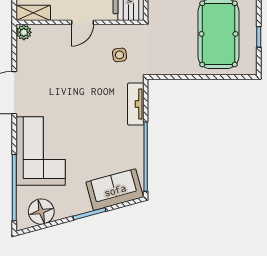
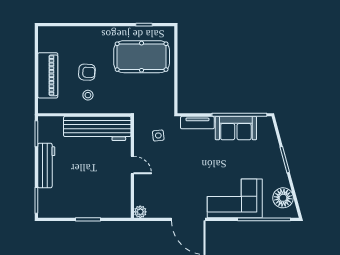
shelving: (33, 13) -> (125, 204), removed
sofa: (115, 190) -> (236, 128), moved, turned -75

